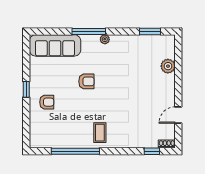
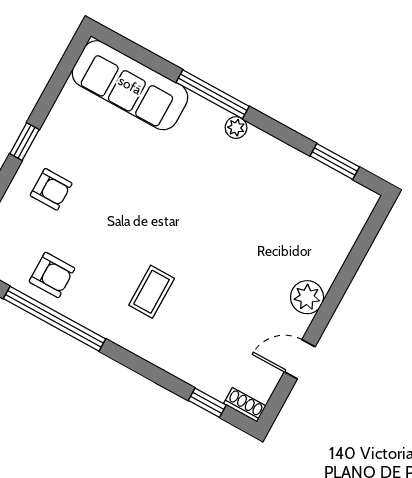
plant: (168, 66) -> (307, 297), moved
armchair: (86, 81) -> (52, 275), moved
coffee table: (100, 133) -> (152, 292), moved

